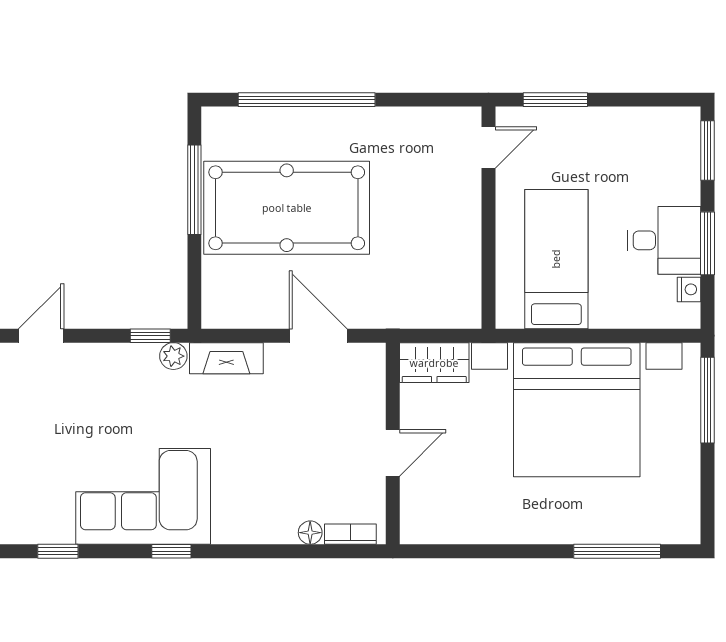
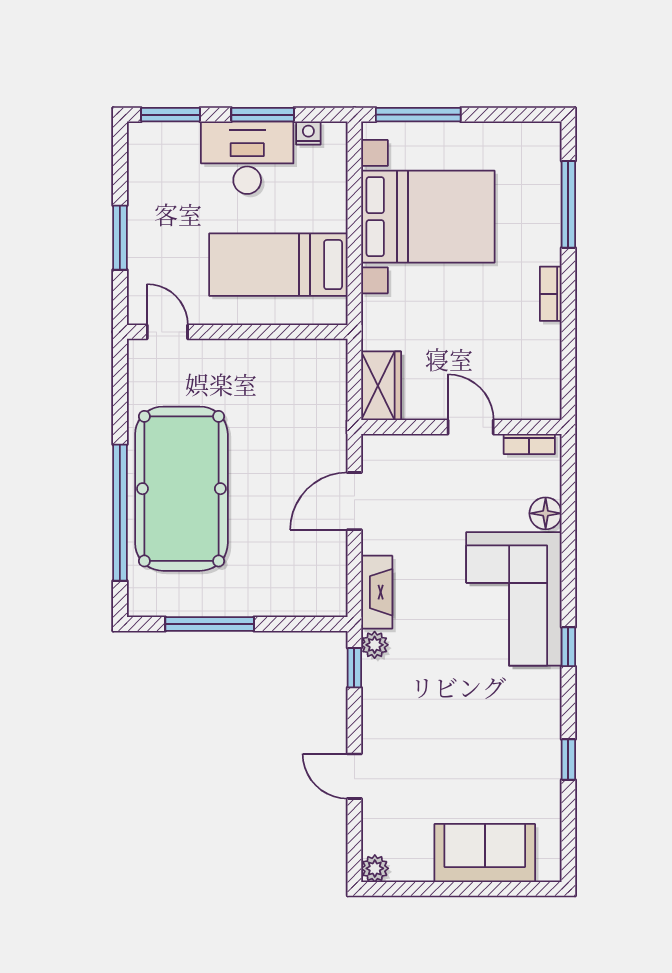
window: (555, 100) -> (120, 238), moved
pool table: (287, 208) -> (181, 489), moved
desk: (664, 240) -> (247, 158), width x1.37
bed with nightstands: (577, 410) -> (428, 217), width x0.73
corner sofa: (143, 496) -> (514, 599), moved
floor lamp: (310, 533) -> (546, 513), width x1.37, depth x1.37
bookcase: (527, 533) -> (551, 294), added
bookcase: (350, 534) -> (529, 444), moved, turned -90

